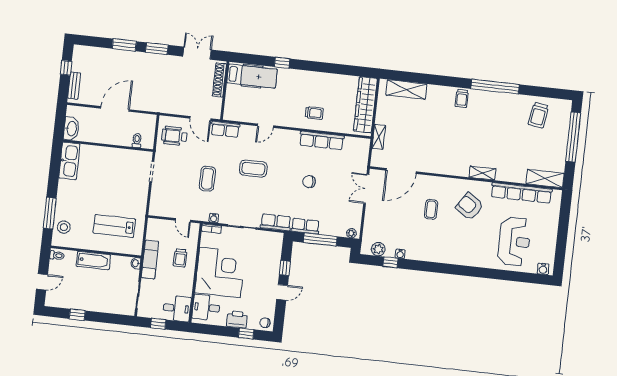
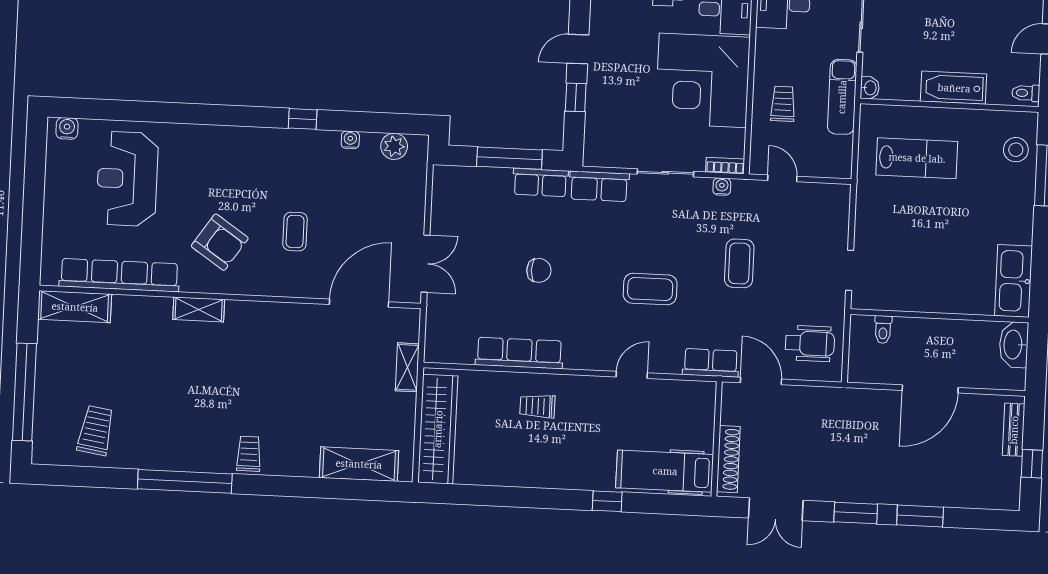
plant: (351, 233) -> (449, 174), removed
window: (390, 262) -> (303, 119), moved

